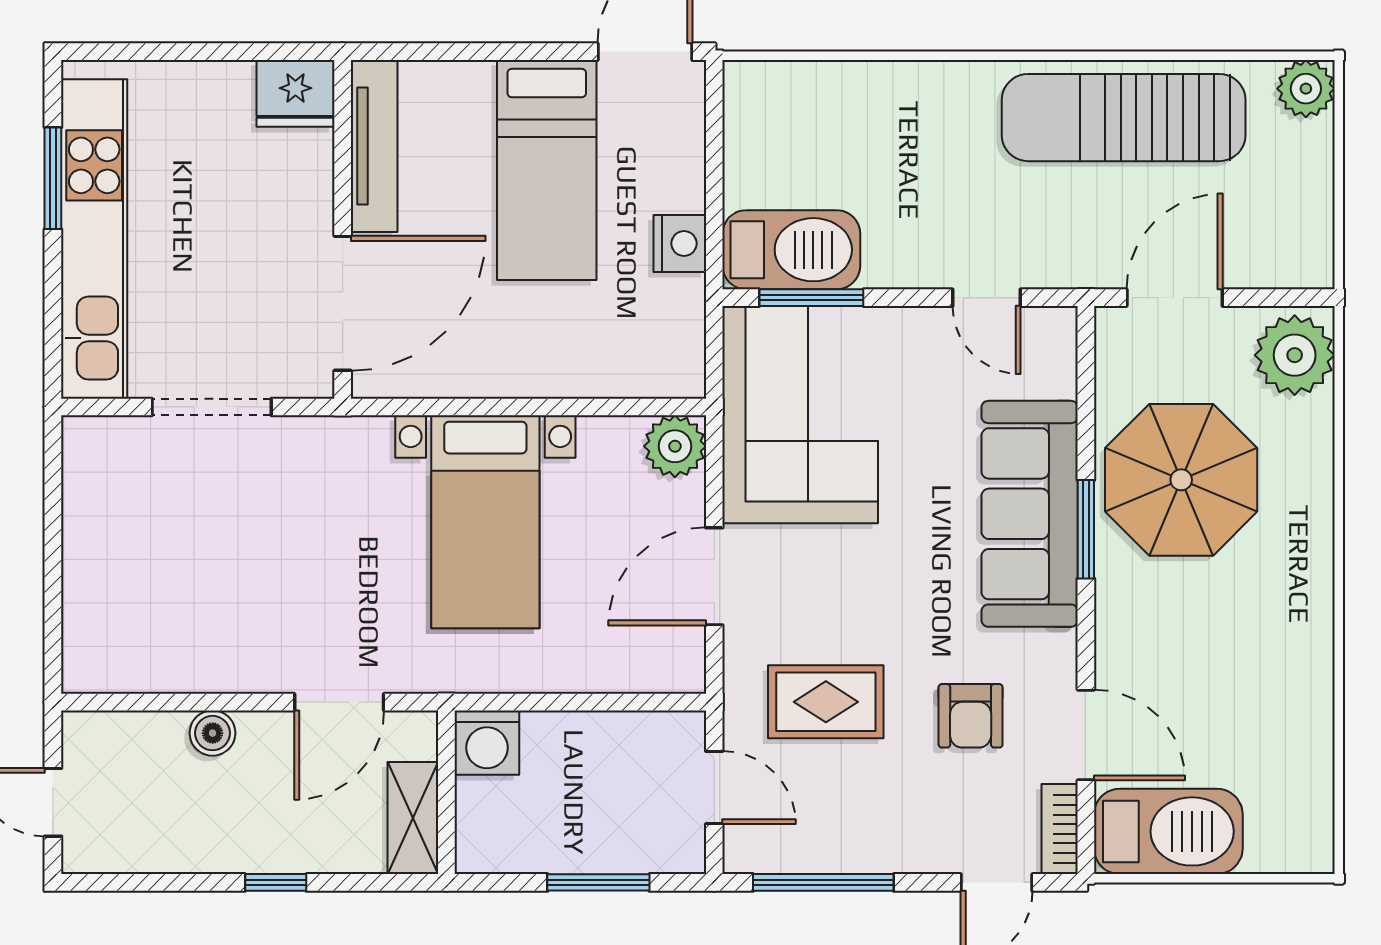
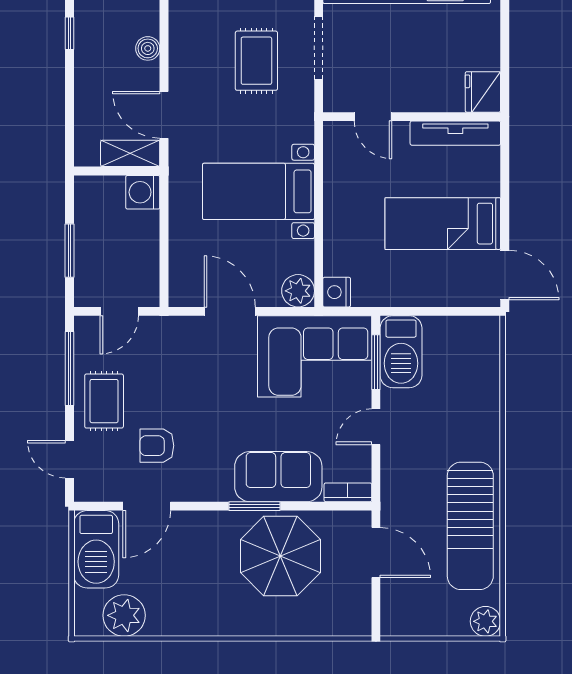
sun lounger: (1124, 118) -> (470, 526), turned 180
nightstand: (680, 244) -> (337, 292), moved, turned 90
door: (987, 298) -> (376, 427), moved
door: (343, 303) -> (373, 117), width x0.53
plant: (1295, 355) -> (124, 615), moved
sofa: (1030, 514) -> (278, 477), width x0.73
rug: (236, 526) -> (256, 61), added
rug: (826, 702) -> (104, 401), moved
shelving: (413, 818) -> (130, 153), moved
bookcase: (1060, 829) -> (348, 492), moved
window: (276, 882) -> (69, 33), moved

